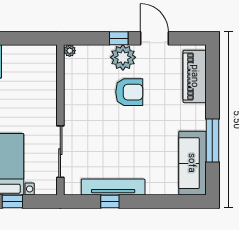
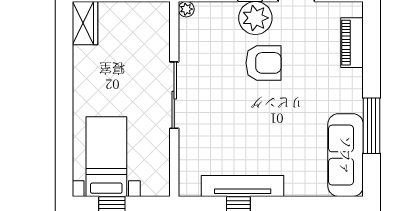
piano: (195, 76) -> (352, 43), width x0.73, depth x0.75
sliding door: (60, 152) -> (174, 95), moved

